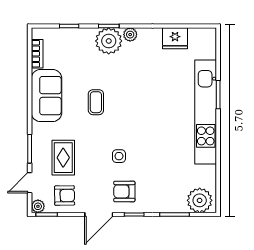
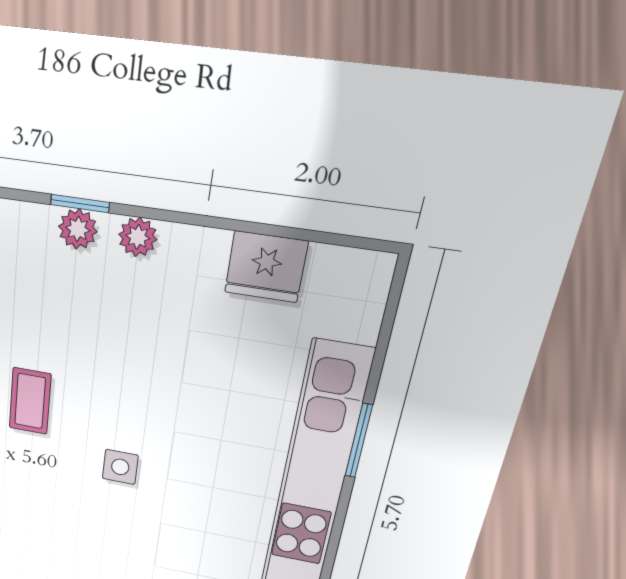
plant: (109, 41) -> (78, 229), width x0.53, depth x0.53
side table: (119, 156) -> (120, 467), moved

